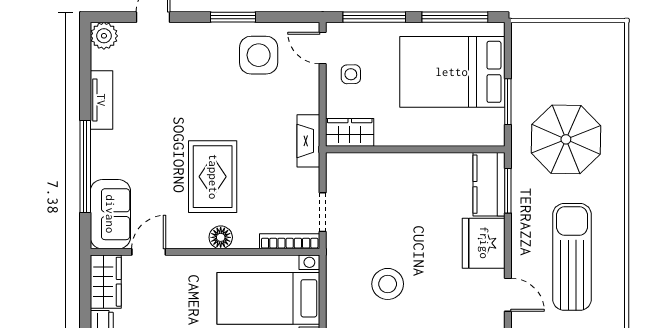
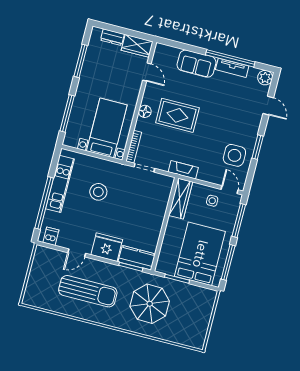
door: (323, 48) -> (230, 190), hinge flipped
wardrobe: (350, 132) -> (181, 199), width x1.50
window: (85, 167) -> (230, 58), moved
sofa: (110, 214) -> (197, 64), moved

